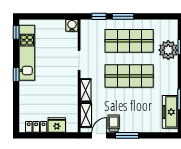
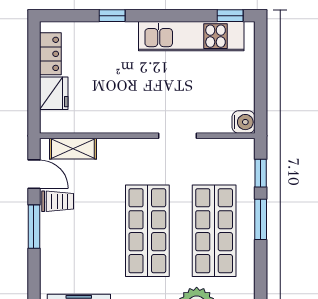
window: (16, 75) -> (112, 16), moved
shelving: (86, 90) -> (120, 148), removed

